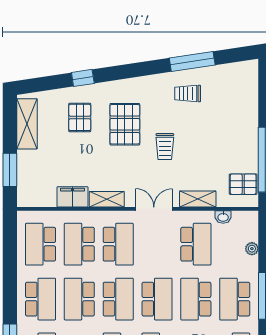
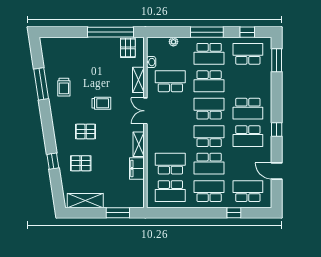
pallet: (125, 124) -> (86, 131), width x0.67, depth x0.71
school desk: (79, 244) -> (170, 164), turned 180
school desk: (118, 244) -> (170, 136), removed

